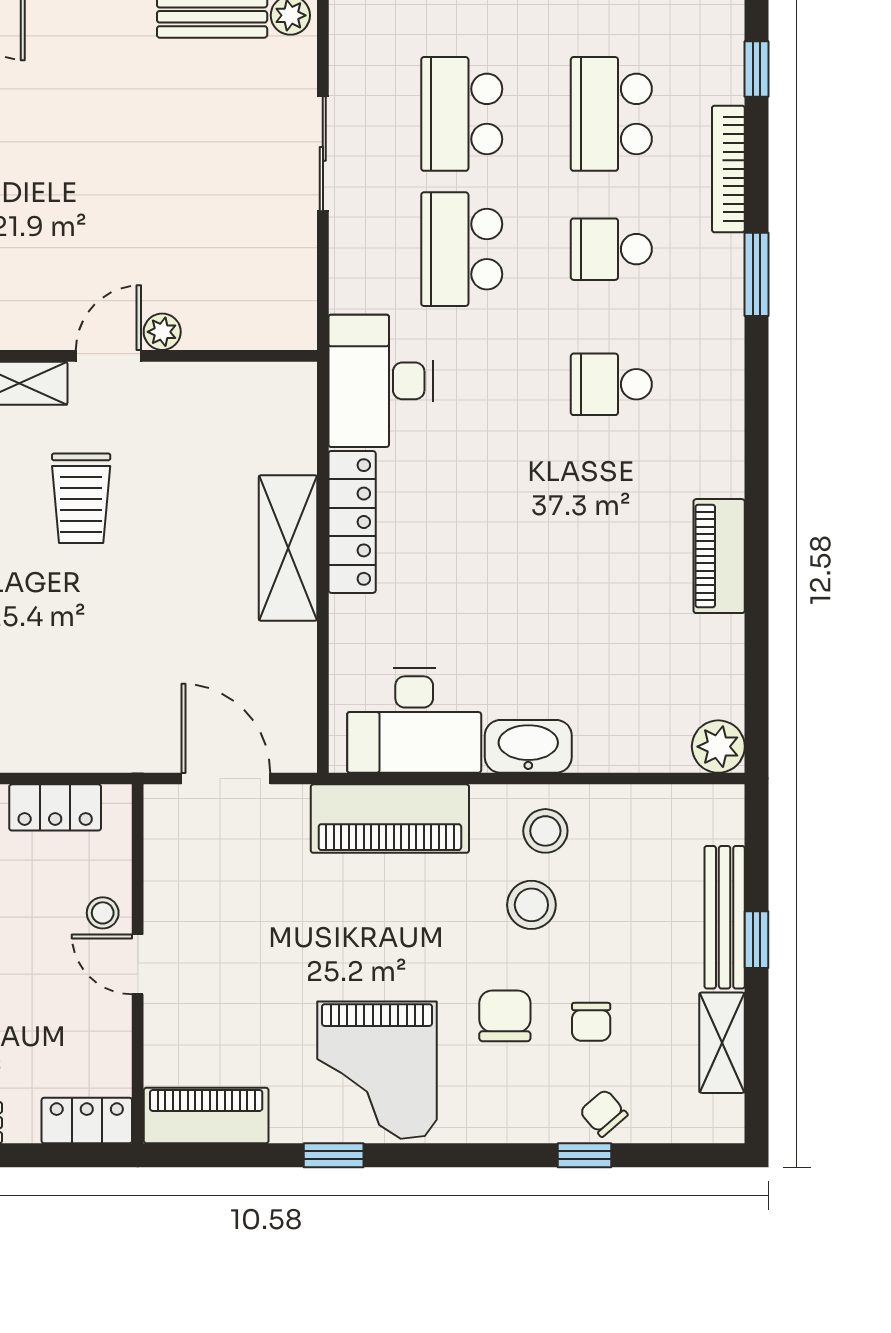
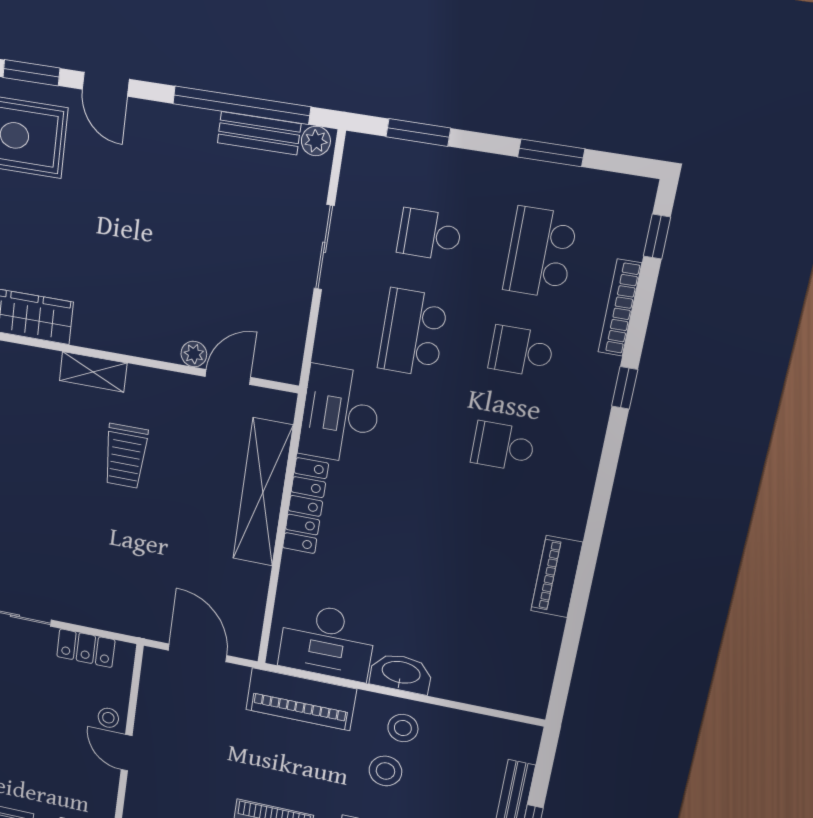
school desk: (462, 114) -> (430, 235), width x0.54
window: (756, 274) -> (625, 388), width x0.67
door: (108, 356) -> (228, 377), moved
shelving: (288, 548) -> (263, 492), width x1.47
plant: (718, 747) -> (531, 699), removed

